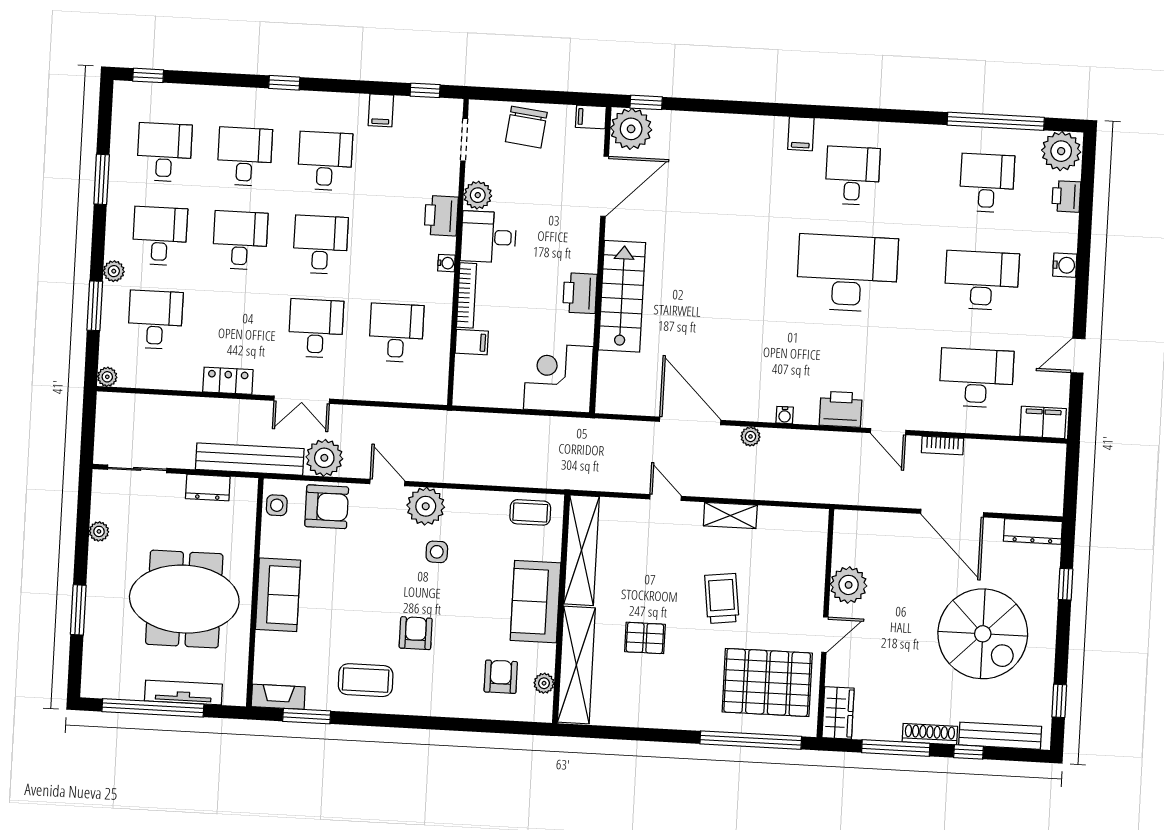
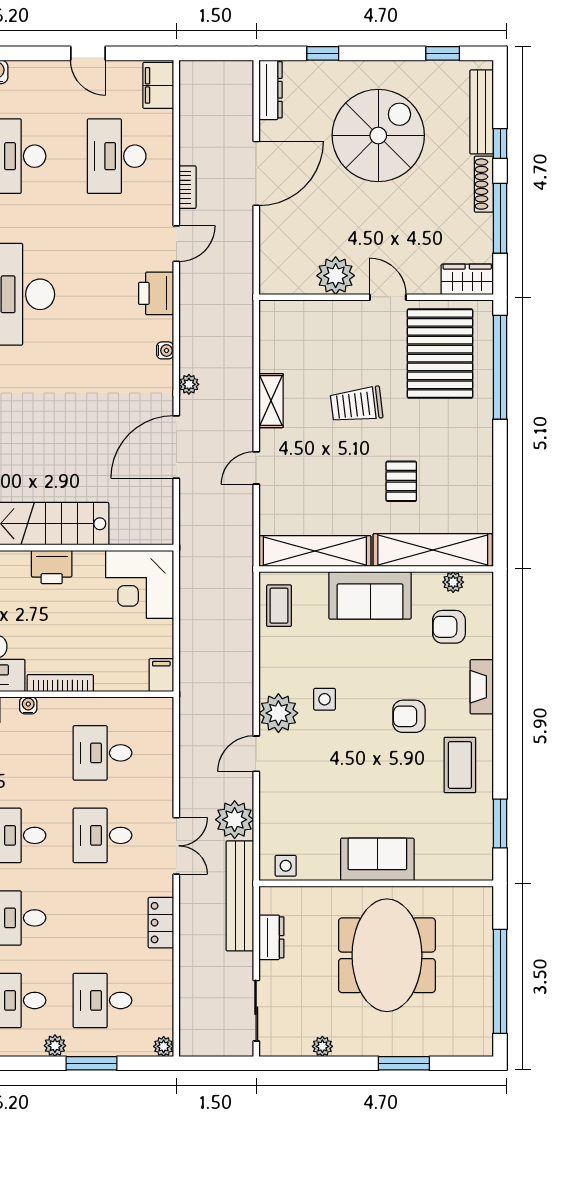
filing cabinet: (472, 342) -> (161, 675), moved
armchair: (327, 507) -> (284, 815), removed
tv unit: (183, 693) -> (483, 951), removed
fireplace: (278, 697) -> (482, 687), moved

